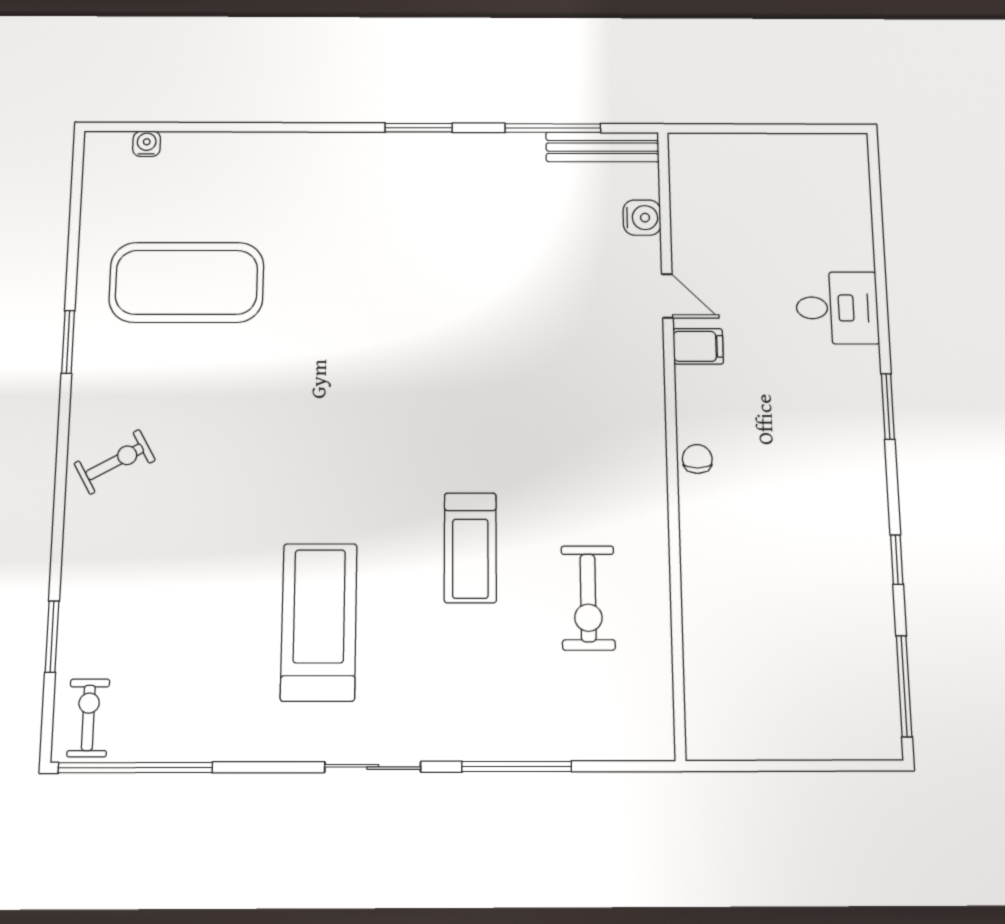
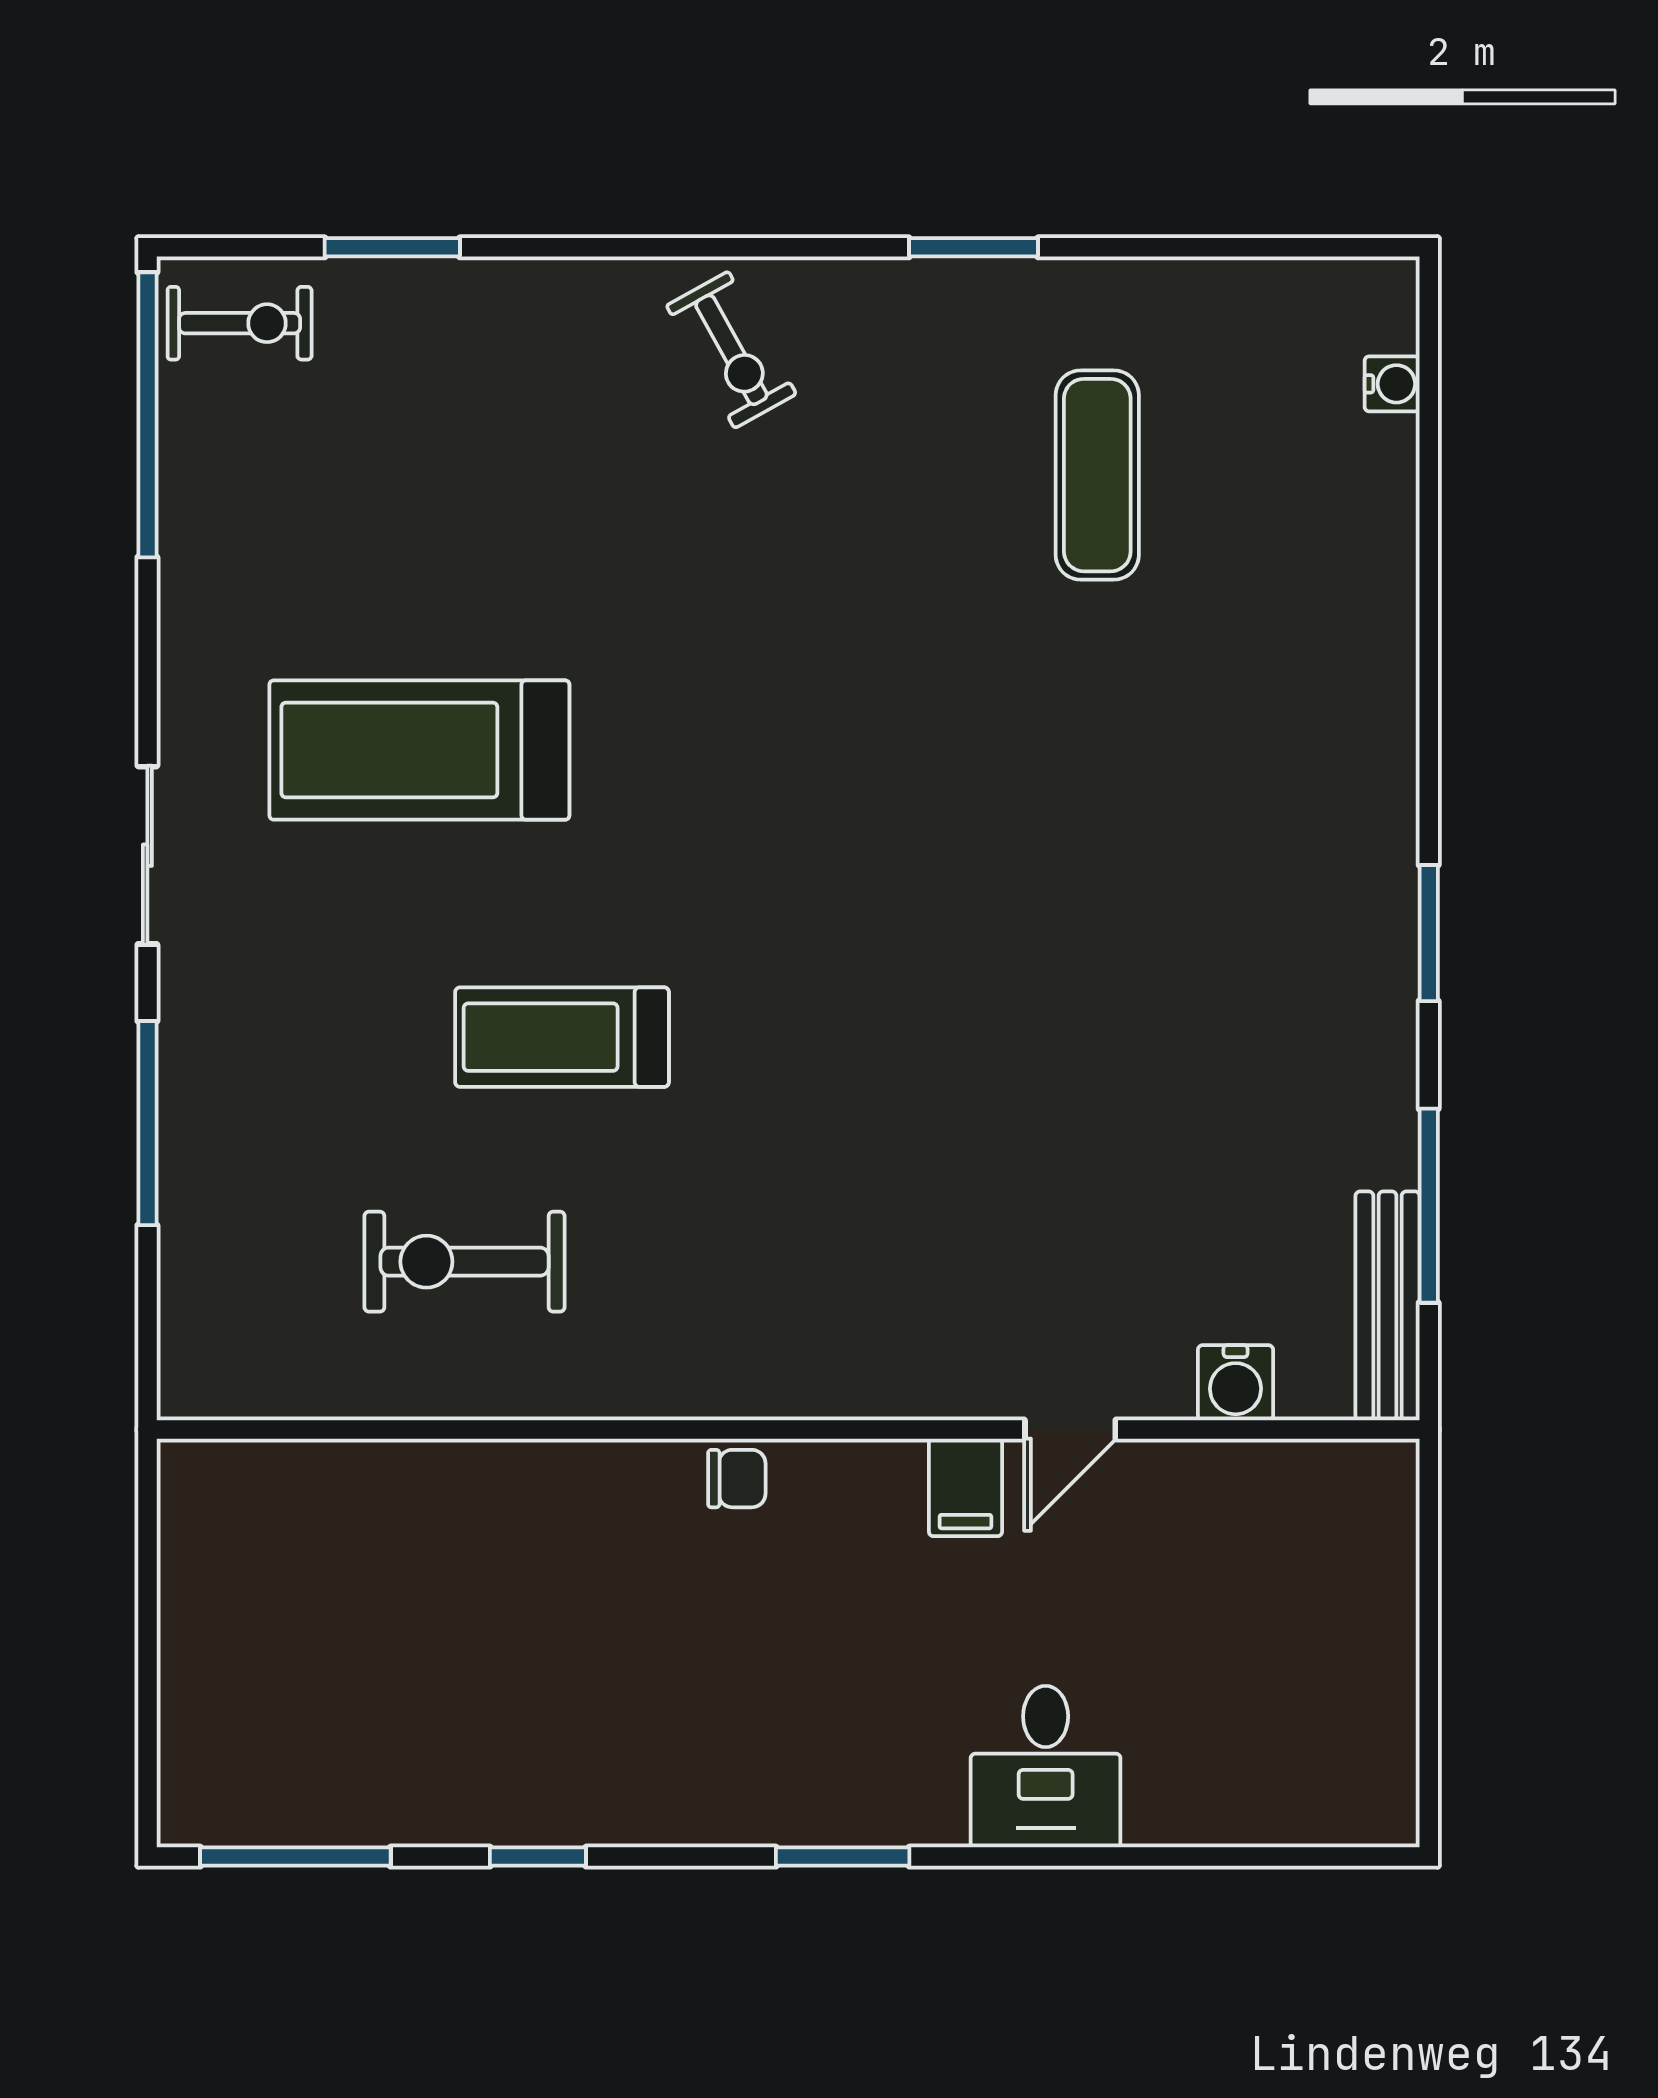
exercise mat: (187, 282) -> (1097, 475), width x0.50, depth x0.69
treadmill: (319, 622) -> (419, 750), turned 180

